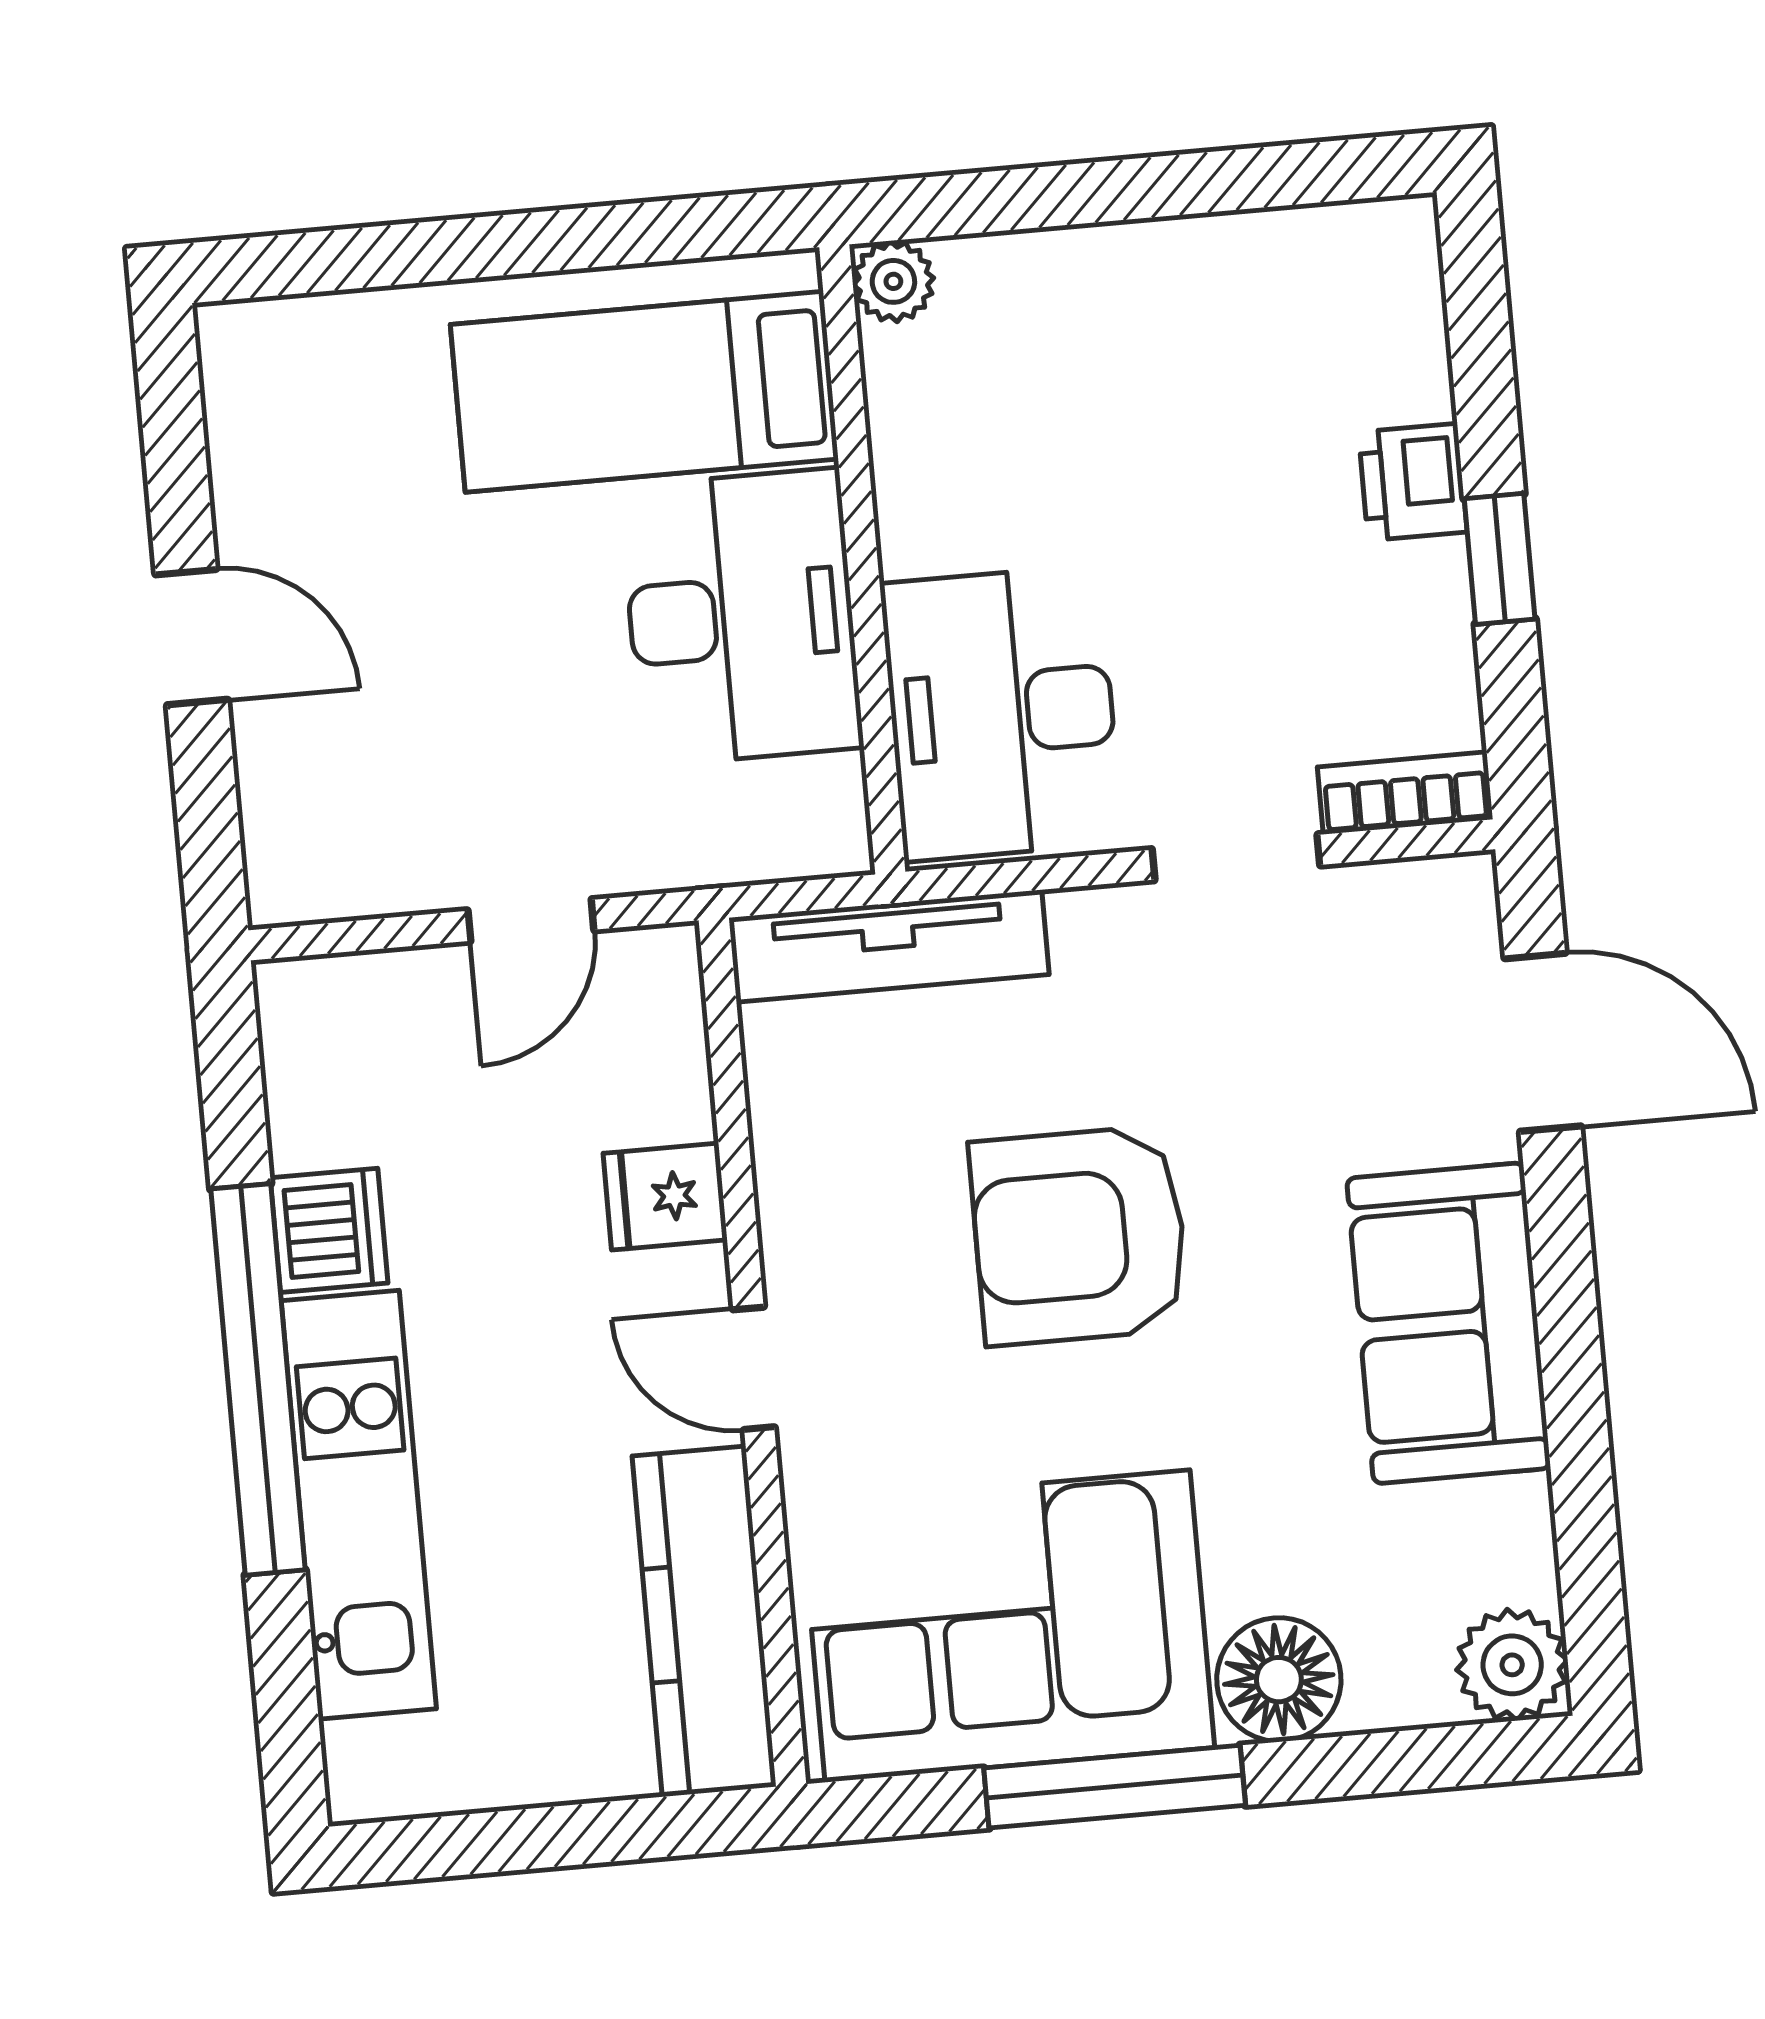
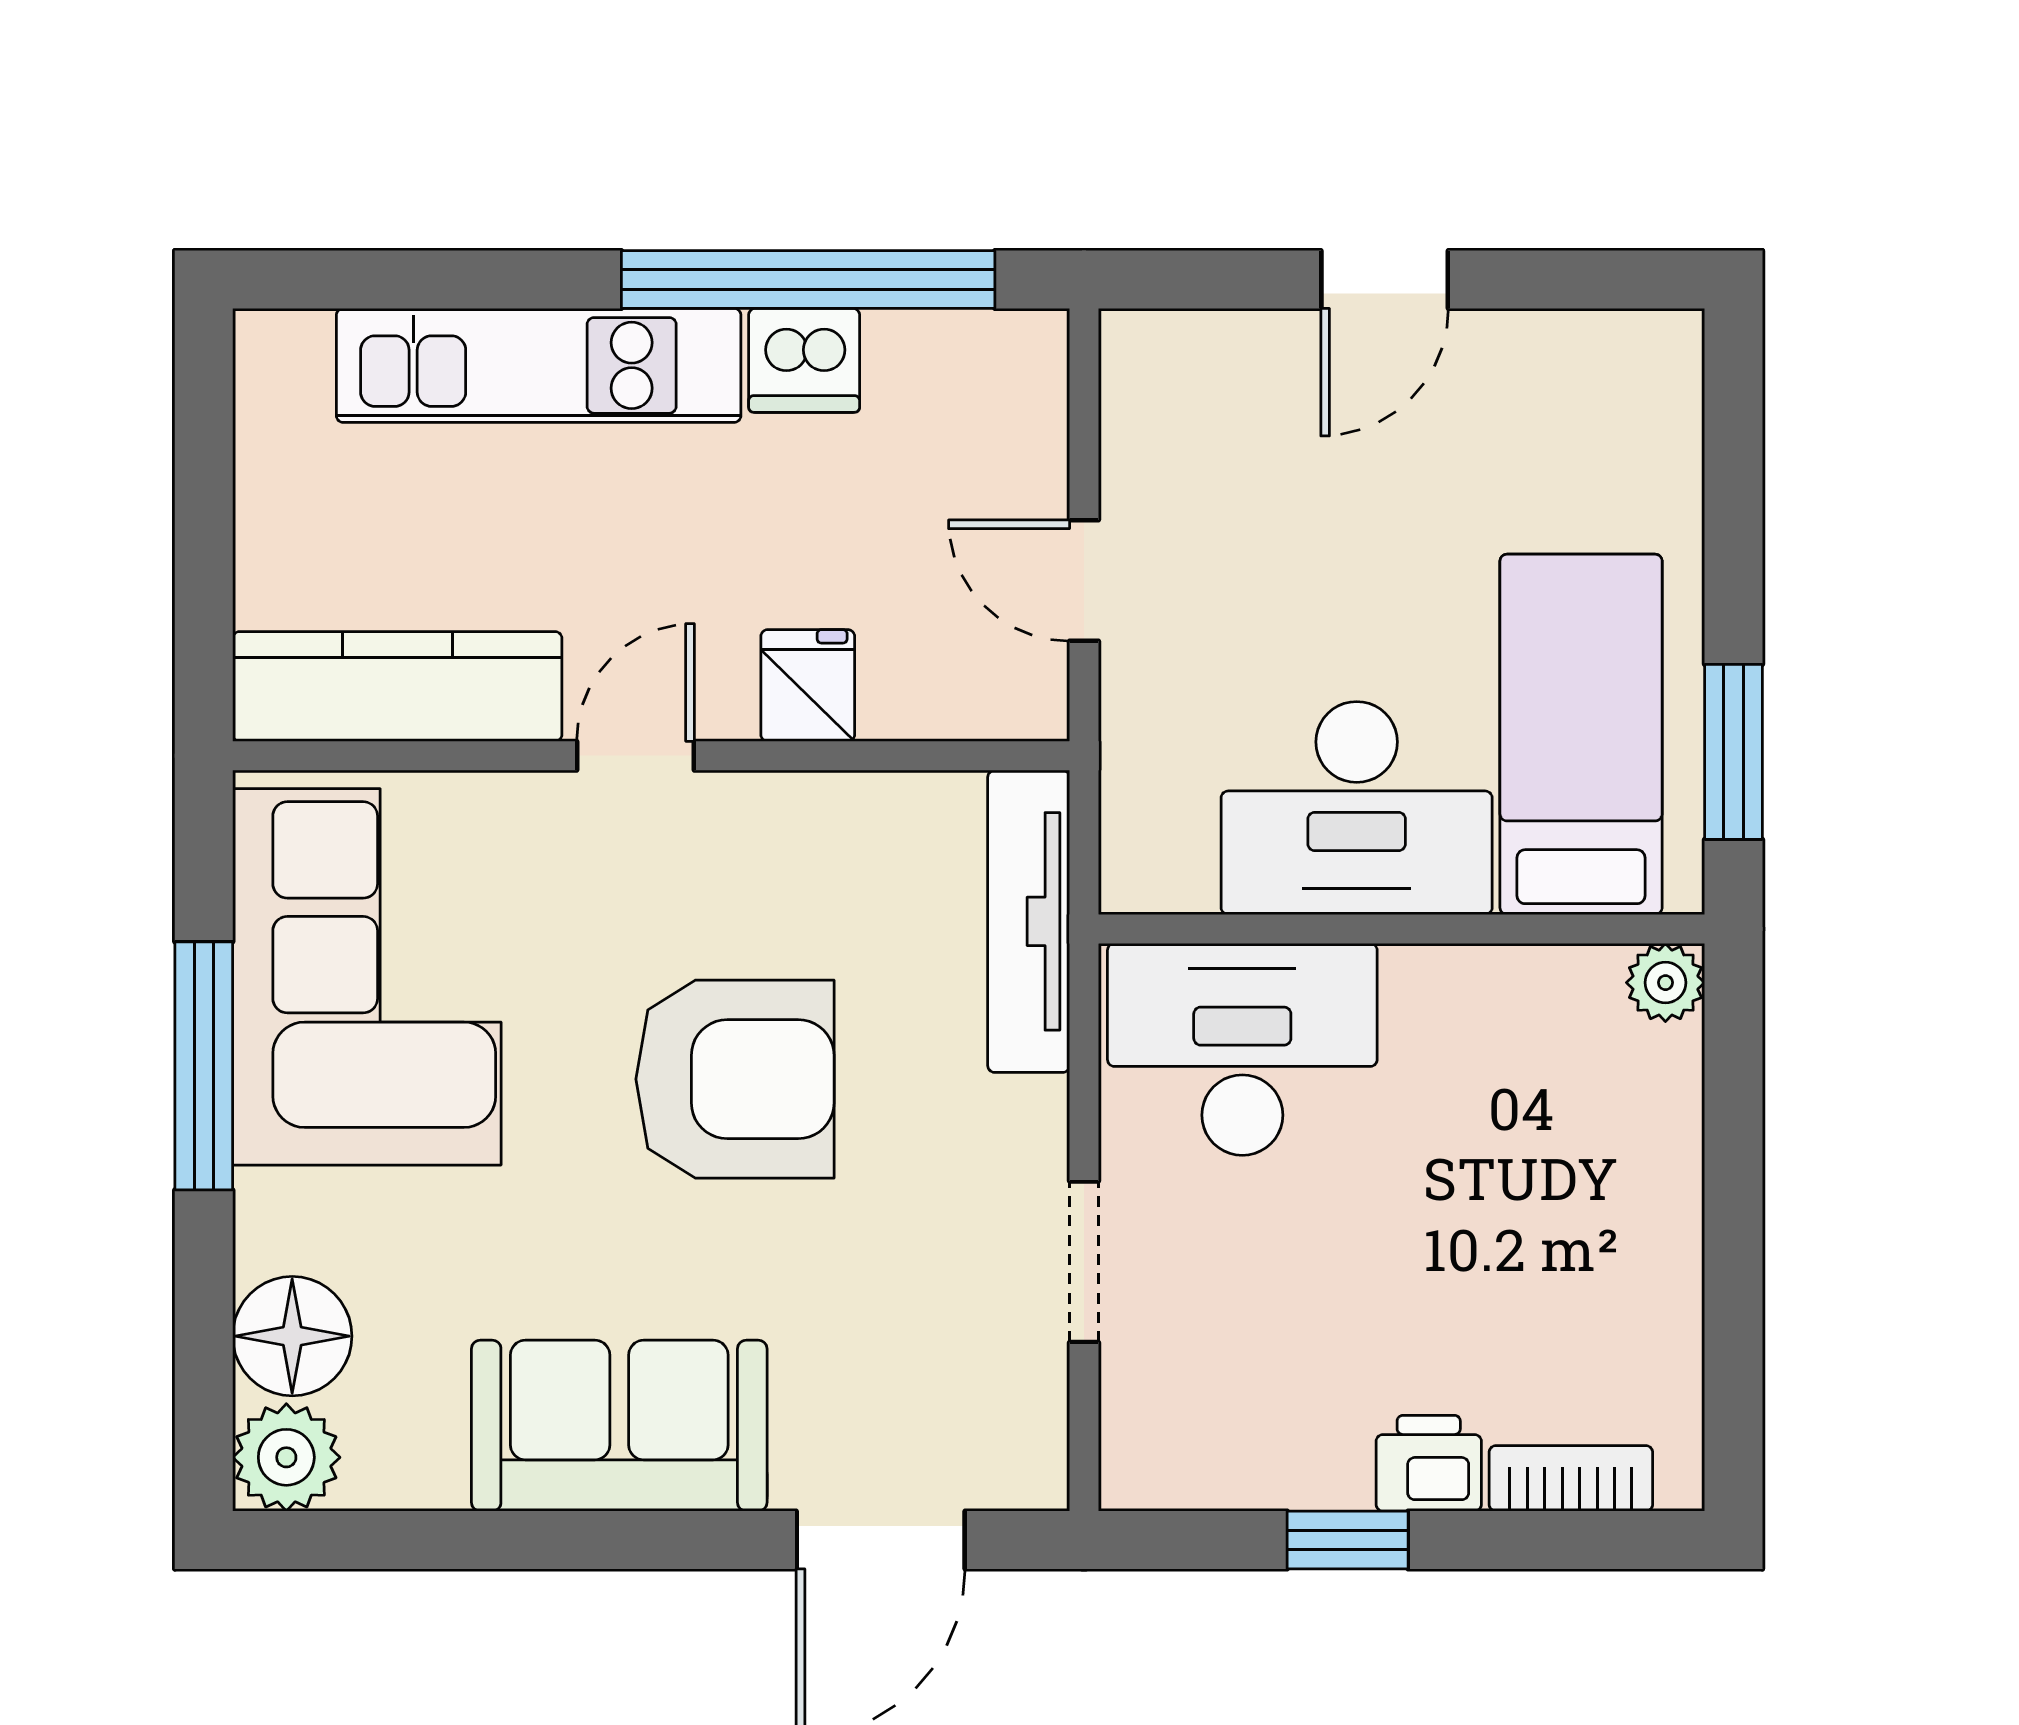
window: (648, 232) -> (1734, 752), added
bookcase: (1405, 793) -> (1571, 1478), moved, turned -90
armchair: (1079, 1236) -> (735, 1079), turned 90
window: (258, 1379) -> (808, 280), moved
floor lamp: (1279, 1680) -> (292, 1336), moved

